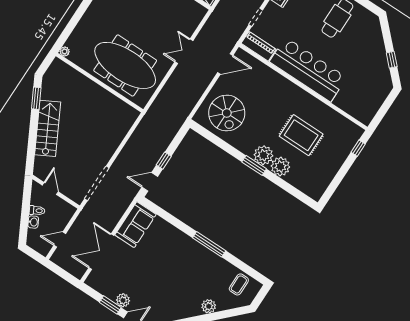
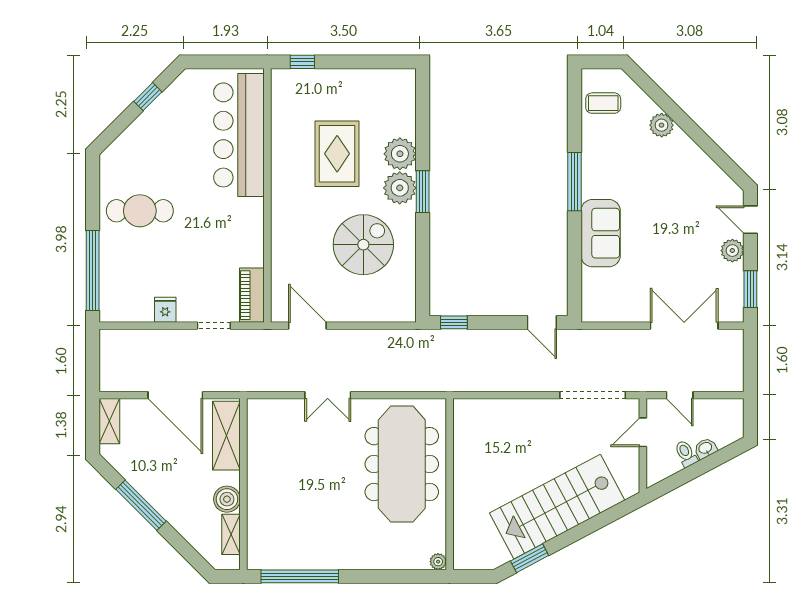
bar counter: (308, 70) -> (239, 135), moved
spiral stairs: (227, 113) -> (363, 245), moved
stairs: (48, 128) -> (557, 507), width x1.36, depth x1.51
window: (164, 161) -> (454, 322), moved
door: (50, 189) -> (643, 432), moved
sofa: (135, 225) -> (601, 233), moved, turned 90
door: (60, 239) -> (680, 395), moved
double door: (101, 252) -> (684, 326), swing flipped
window: (110, 305) -> (750, 289), moved

